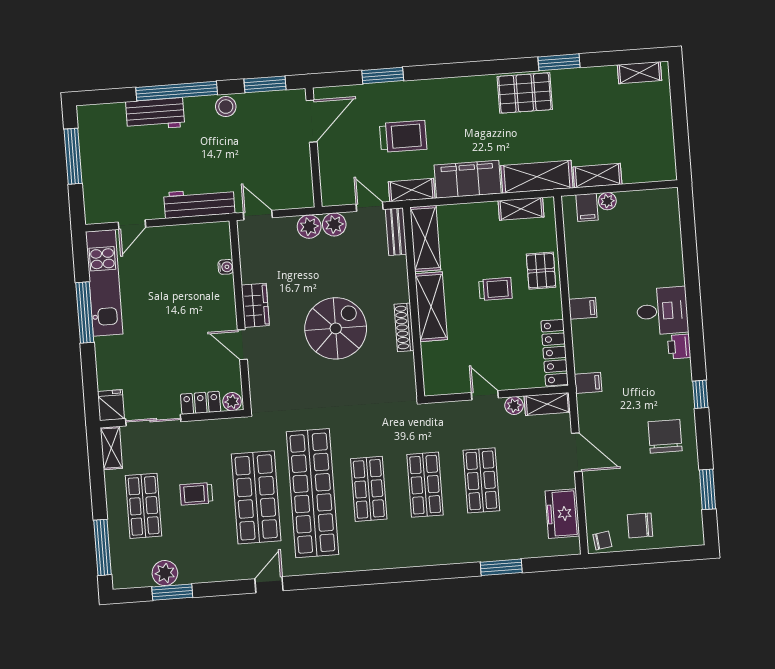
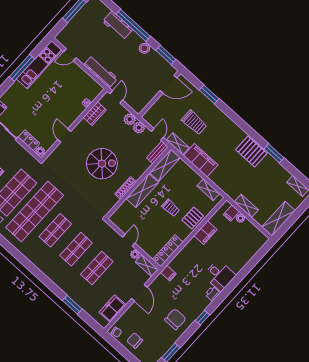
shelving: (537, 177) -> (278, 219), moved, turned 90
wardrobe: (255, 305) -> (95, 114), moved
filing cabinet: (583, 308) -> (205, 233), moved, width x2.00

